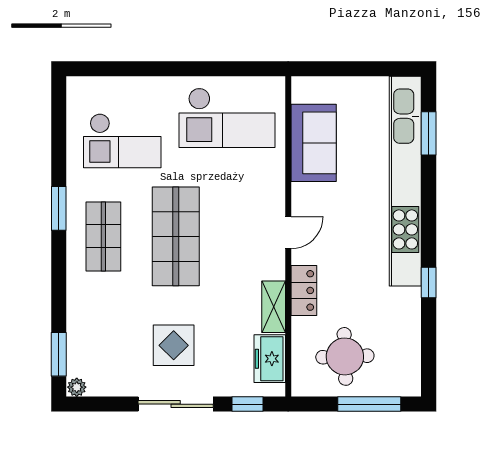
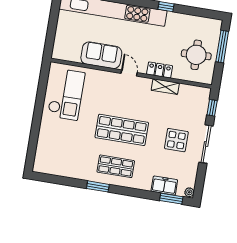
checkout: (122, 141) -> (69, 149), removed
sofa: (314, 143) -> (101, 55), moved
freezer: (270, 359) -> (164, 186), moved, turned 180

